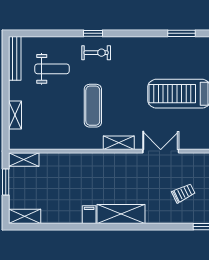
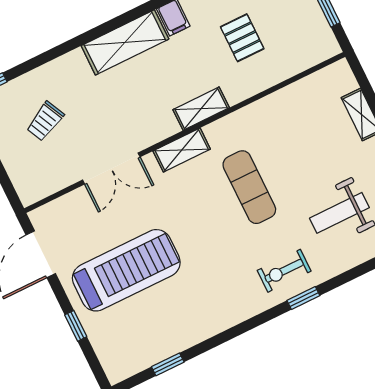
window: (182, 33) -> (168, 364), width x0.67
shelving: (24, 159) -> (201, 109), moved
pallet: (58, 186) -> (242, 38), added

